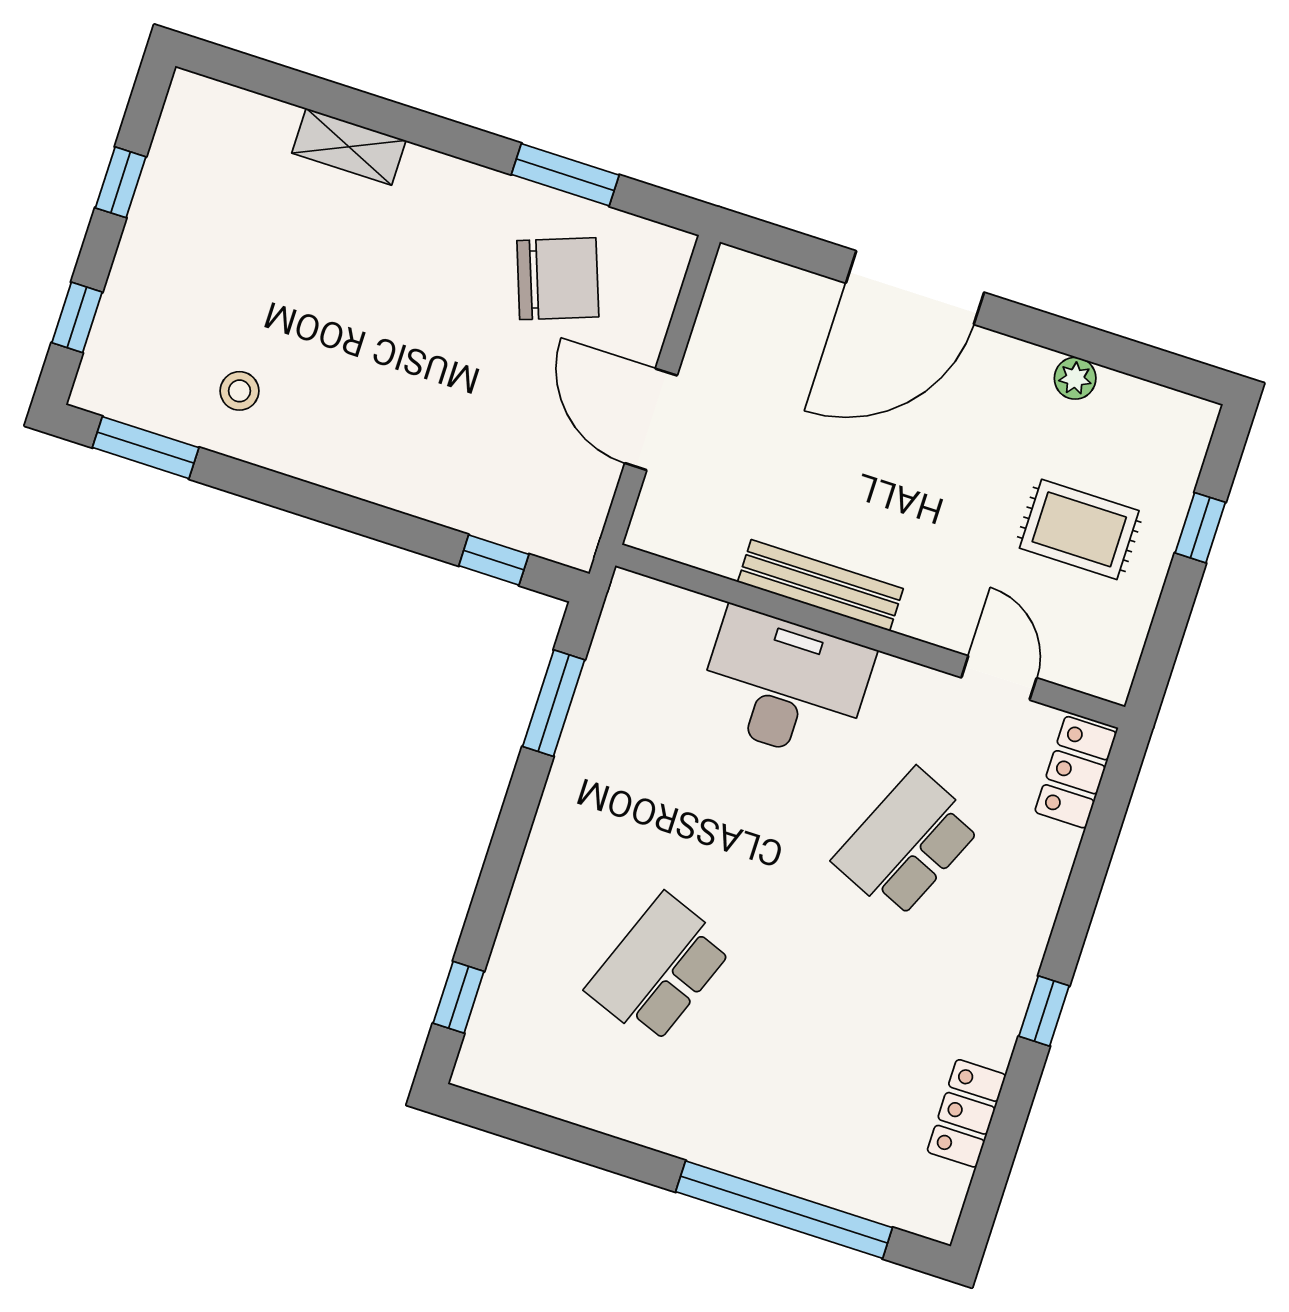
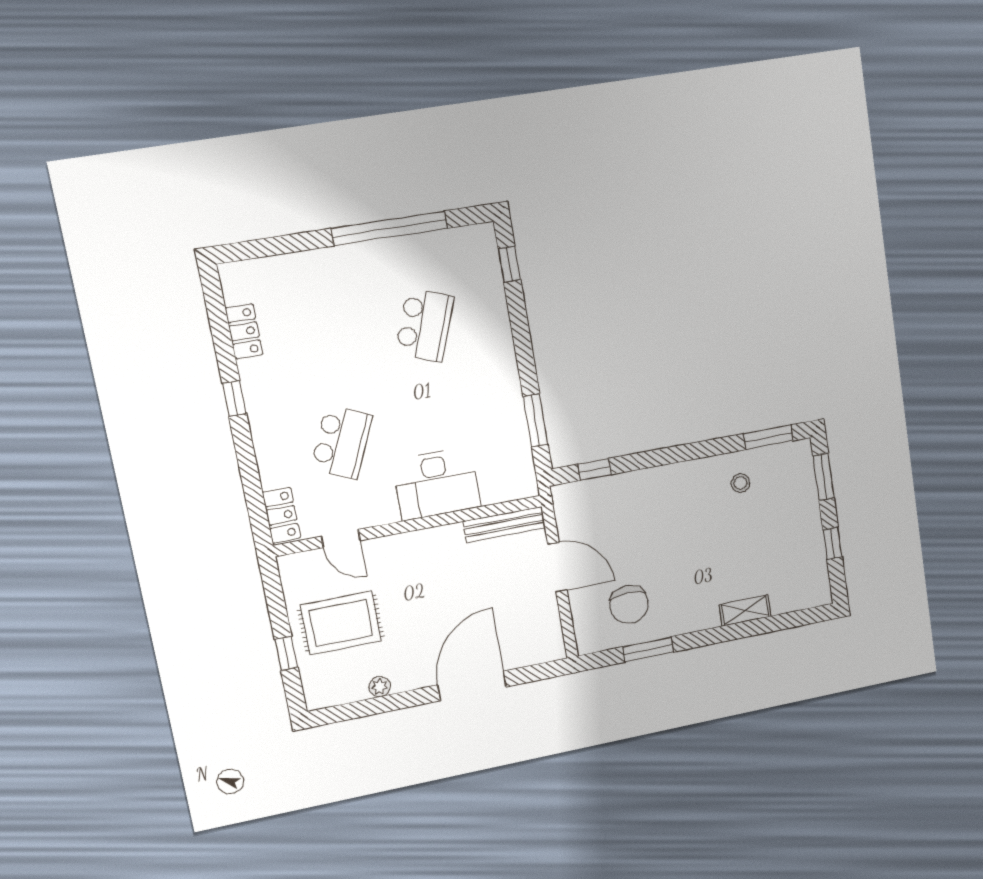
chair: (558, 279) -> (629, 605), turned -70
window: (77, 317) -> (824, 477), width x1.50
rug: (1079, 529) -> (341, 623), width x1.36, depth x1.43
bench: (820, 585) -> (504, 525), moved
window: (784, 1210) -> (390, 228), moved

